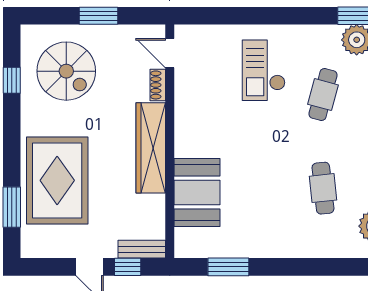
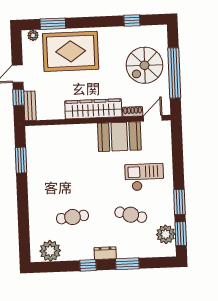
window: (98, 16) -> (174, 73), width x2.11
window: (306, 16) -> (179, 202), added
spiral stairs: (66, 71) -> (145, 65), moved
booth: (197, 193) -> (119, 137), moved
plant: (29, 240) -> (33, 35), added

